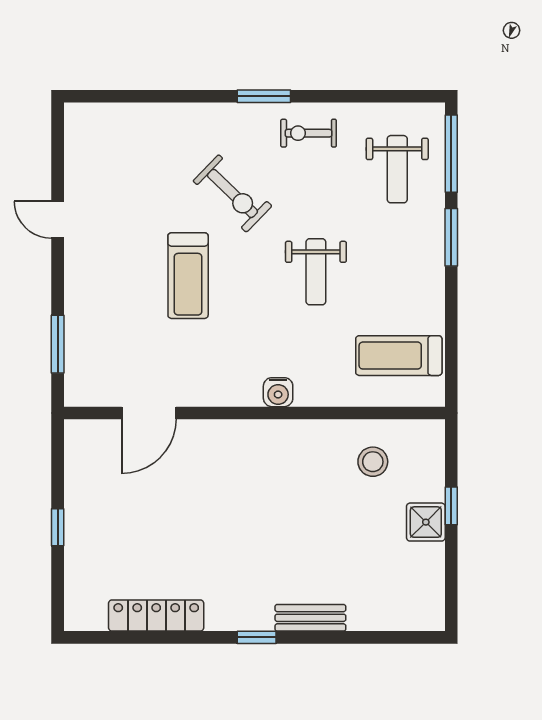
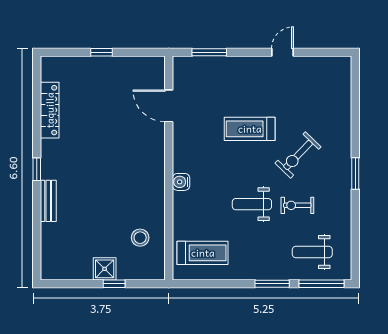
exercise bike: (308, 133) -> (297, 205), moved, turned -90
treadmill: (399, 356) -> (203, 253), turned 90

